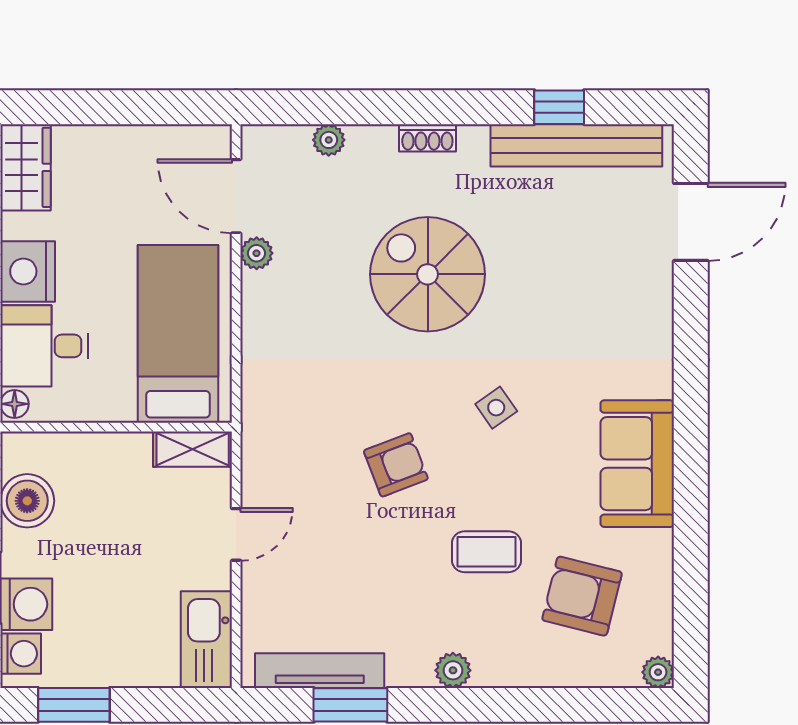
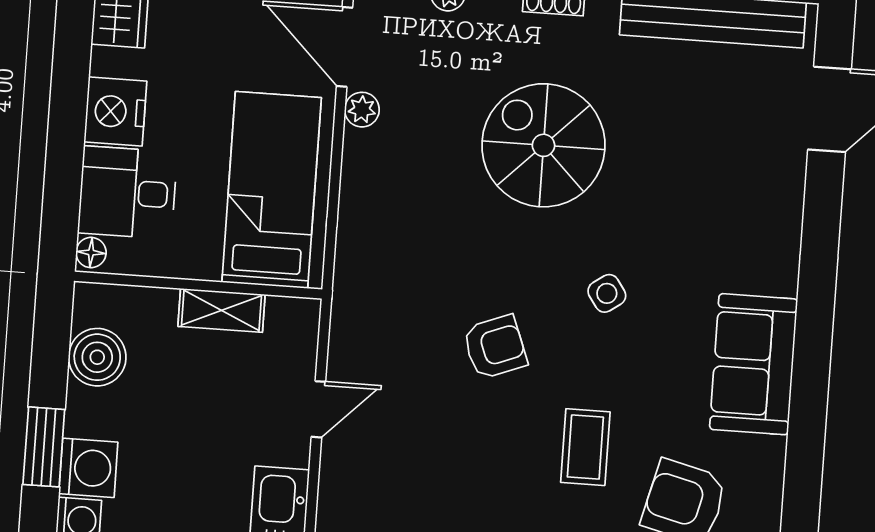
shelving: (193, 449) -> (221, 310), moved
coffee table: (487, 552) -> (585, 447), turned 90

